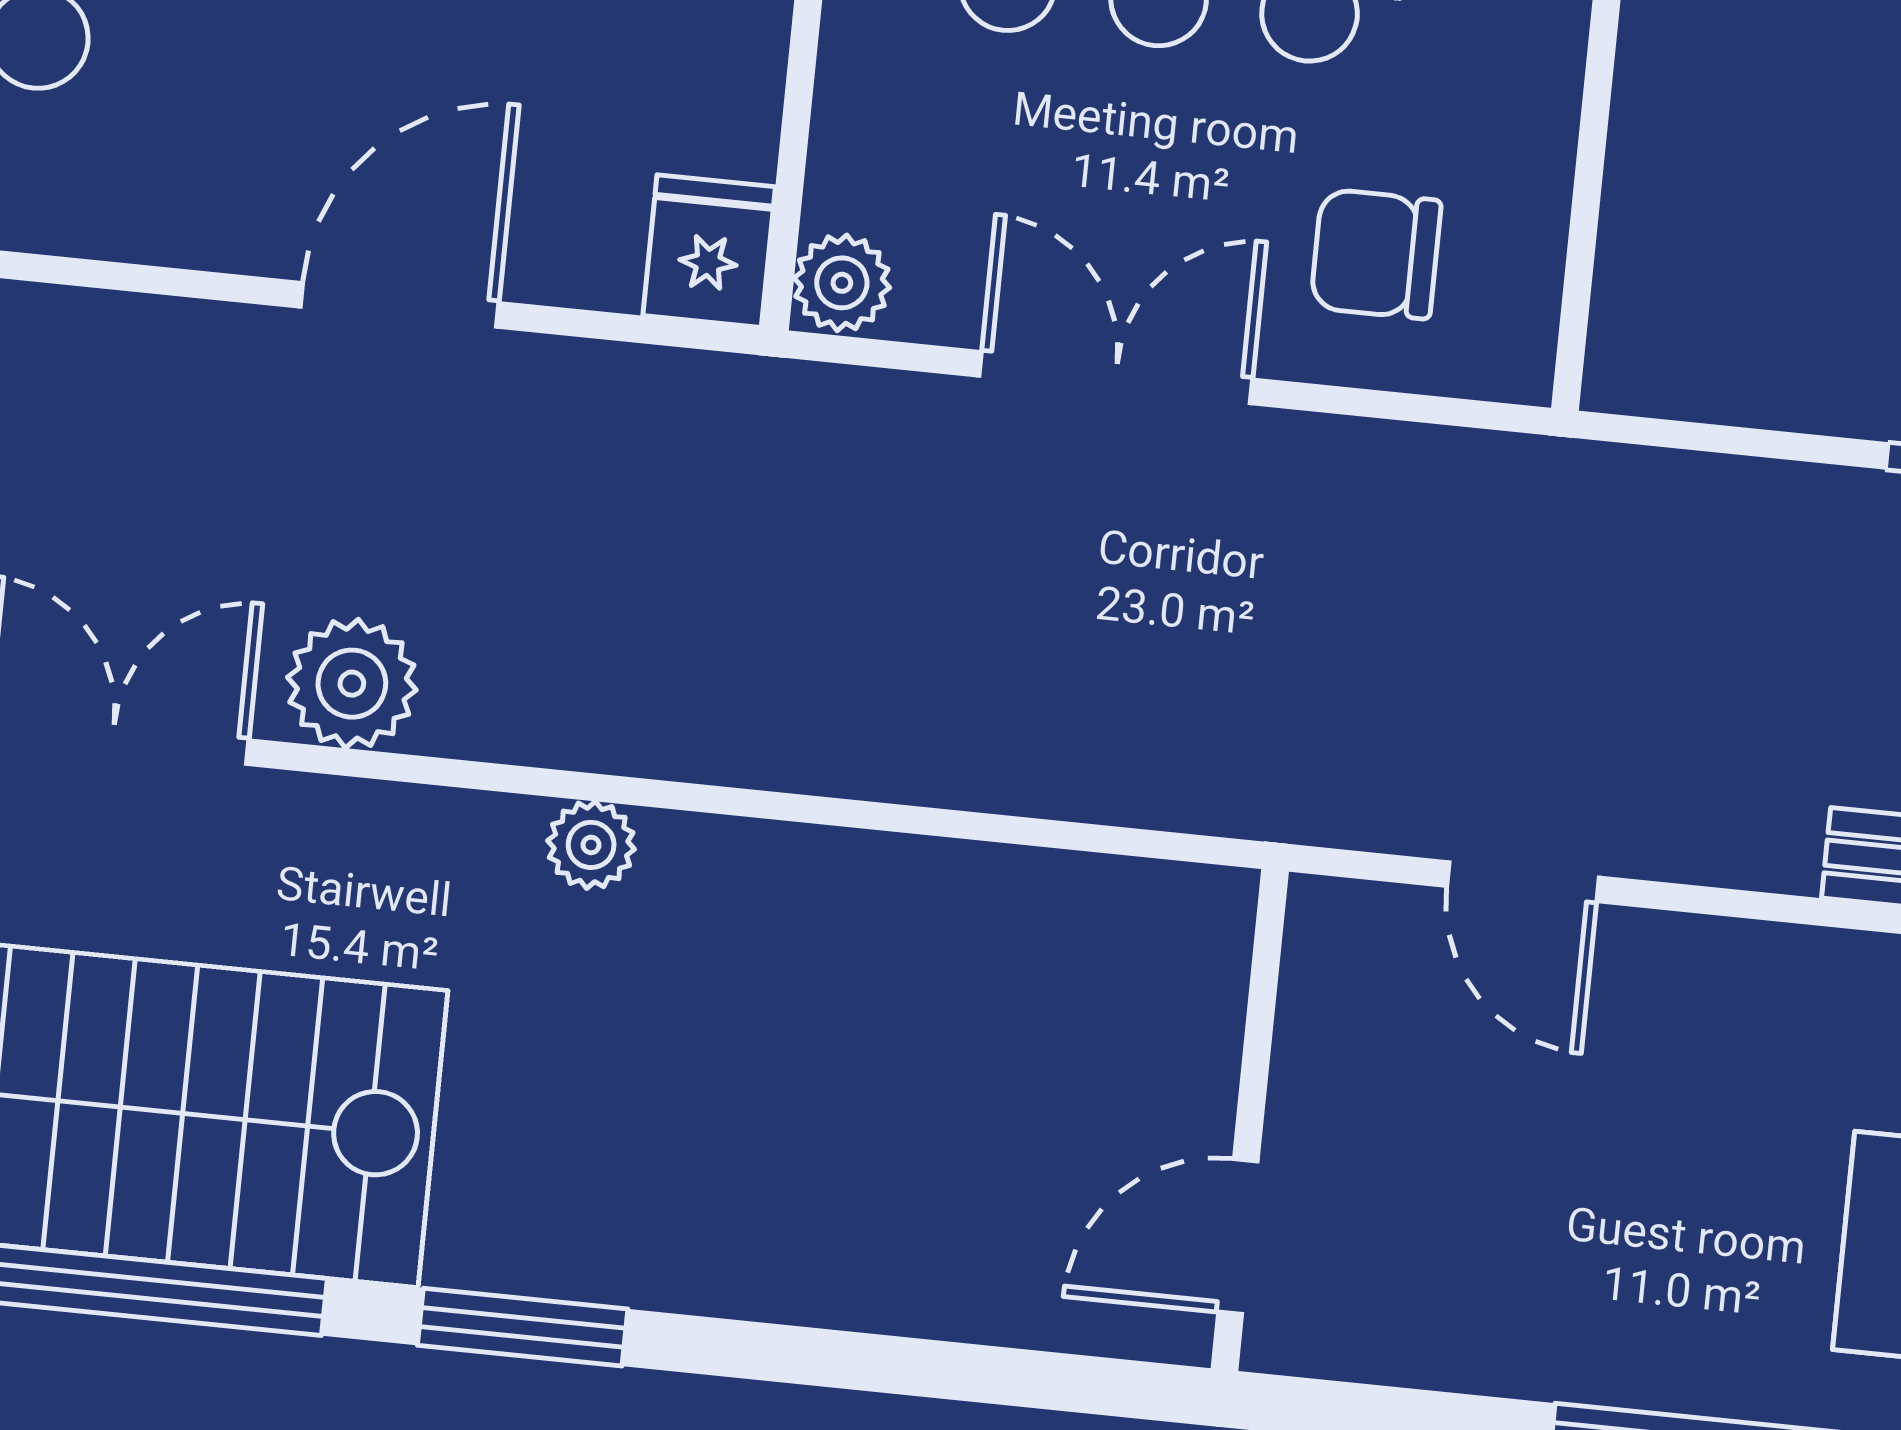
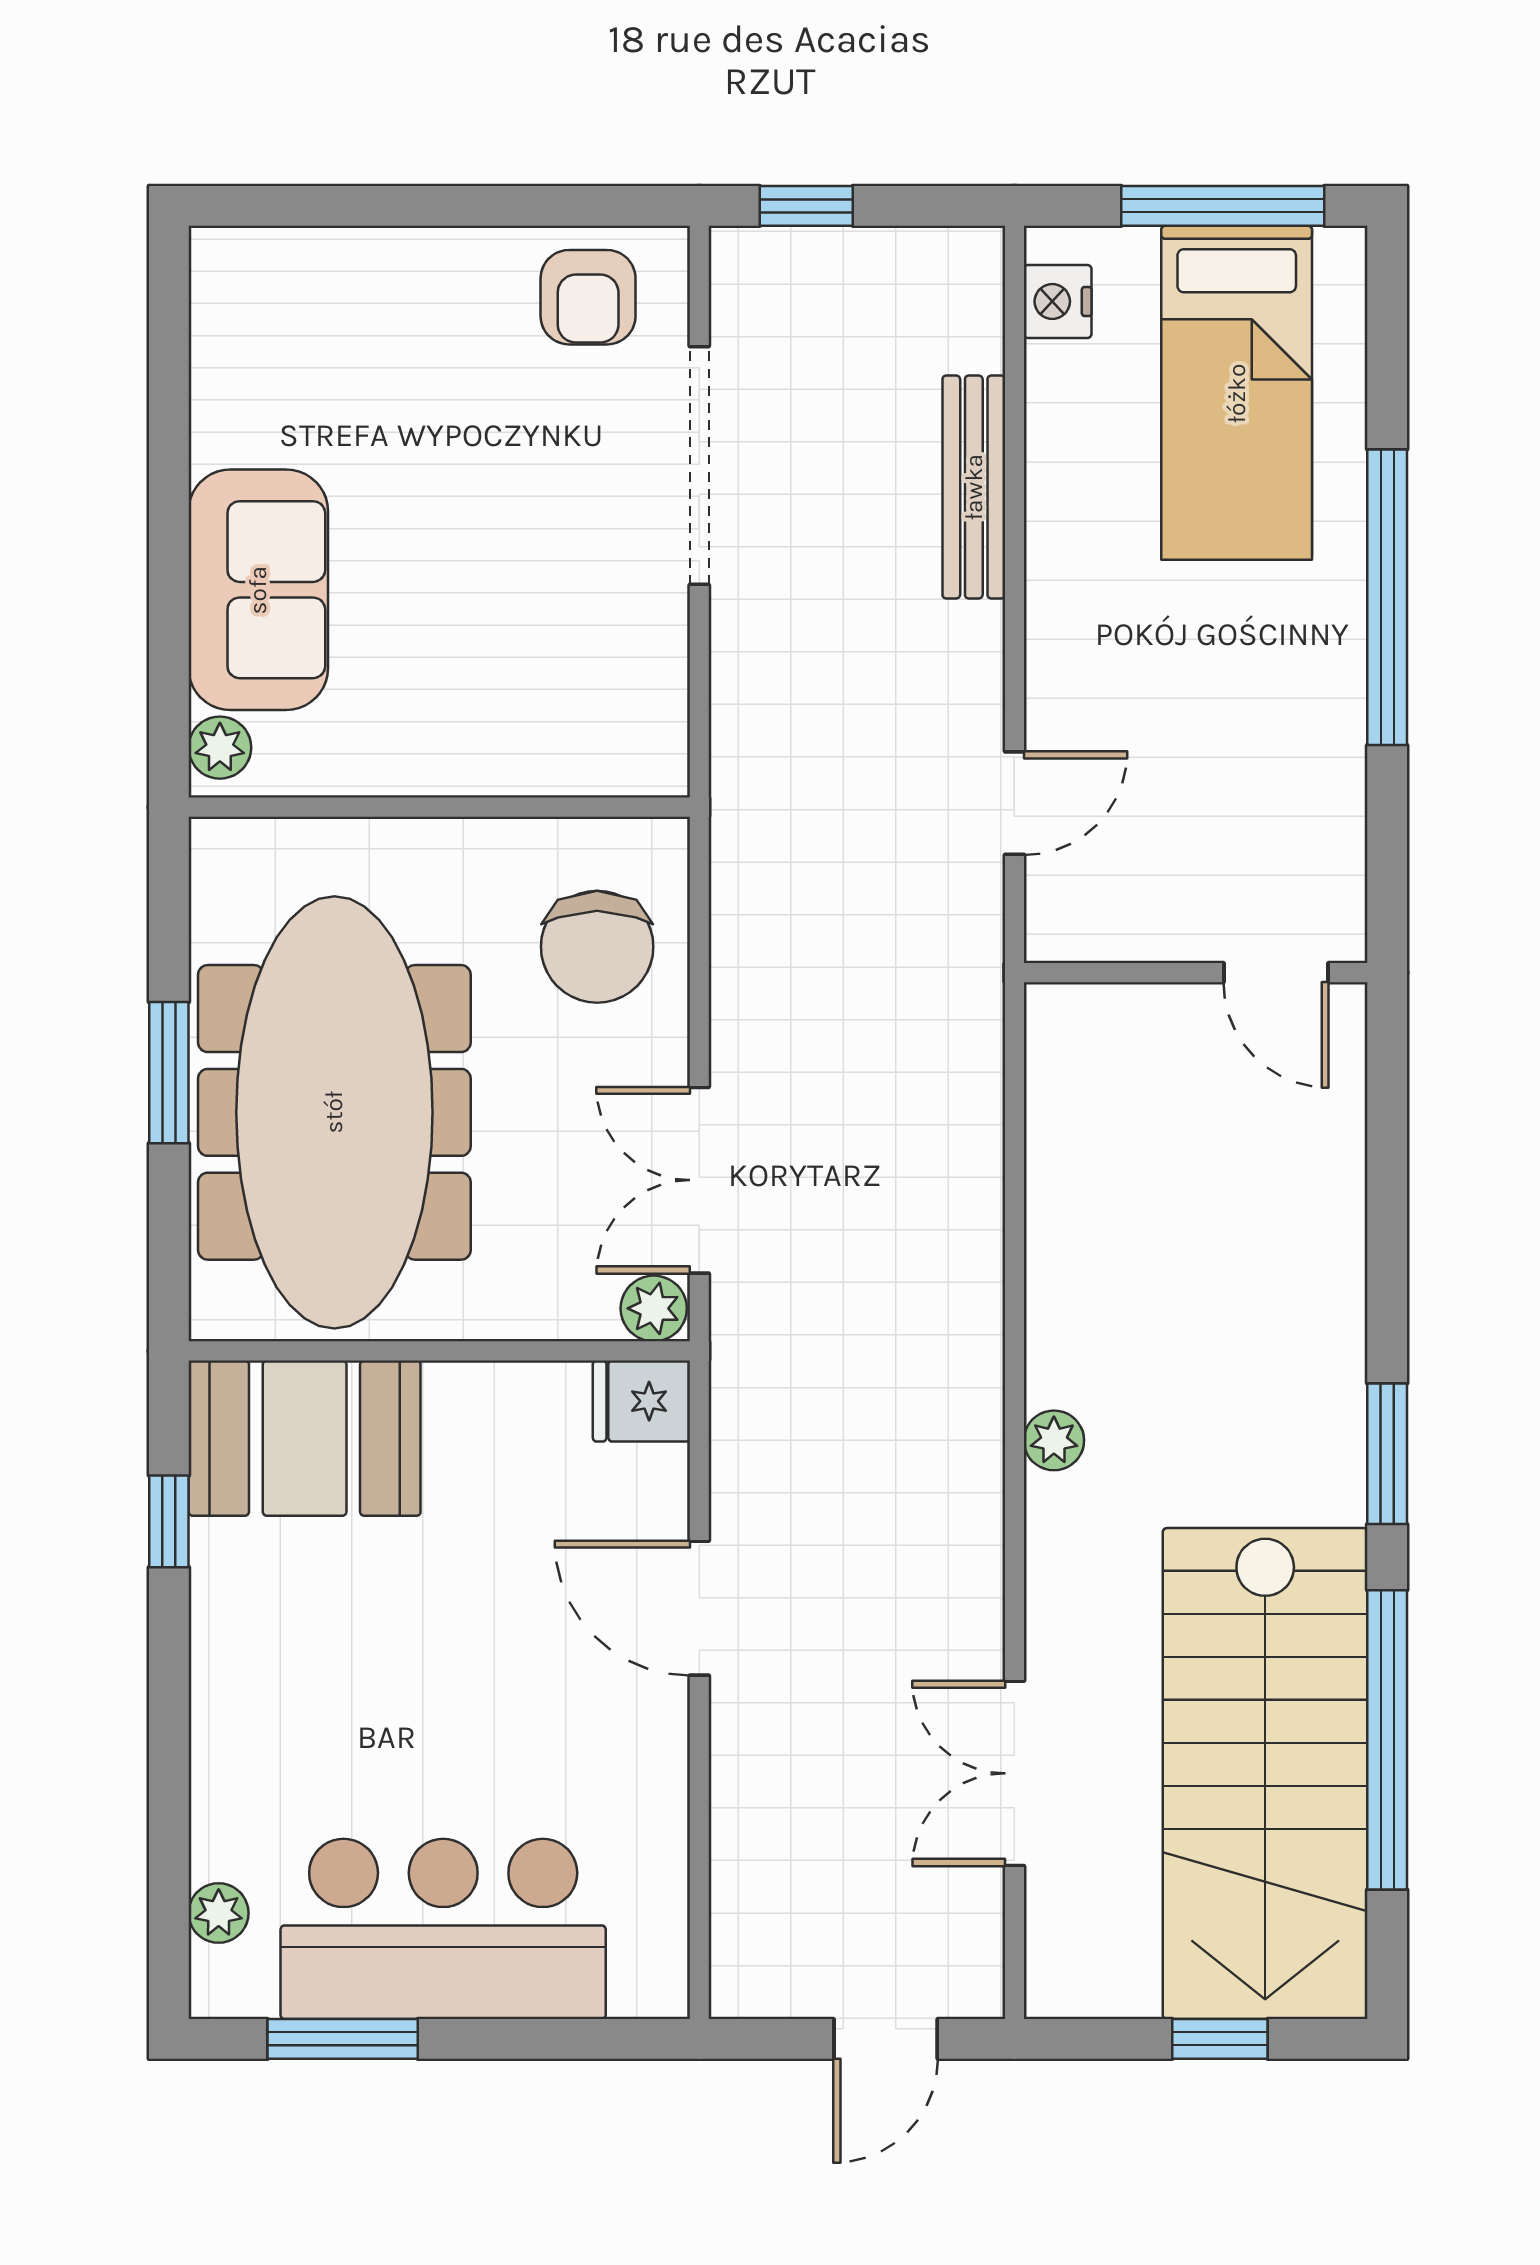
chair: (1376, 254) -> (597, 947), width x1.37, depth x1.37
double door: (1116, 378) -> (699, 1180), moved
plant: (352, 684) -> (961, 1614), removed

